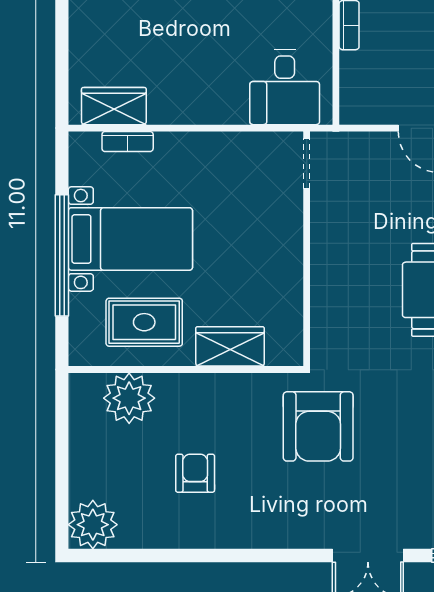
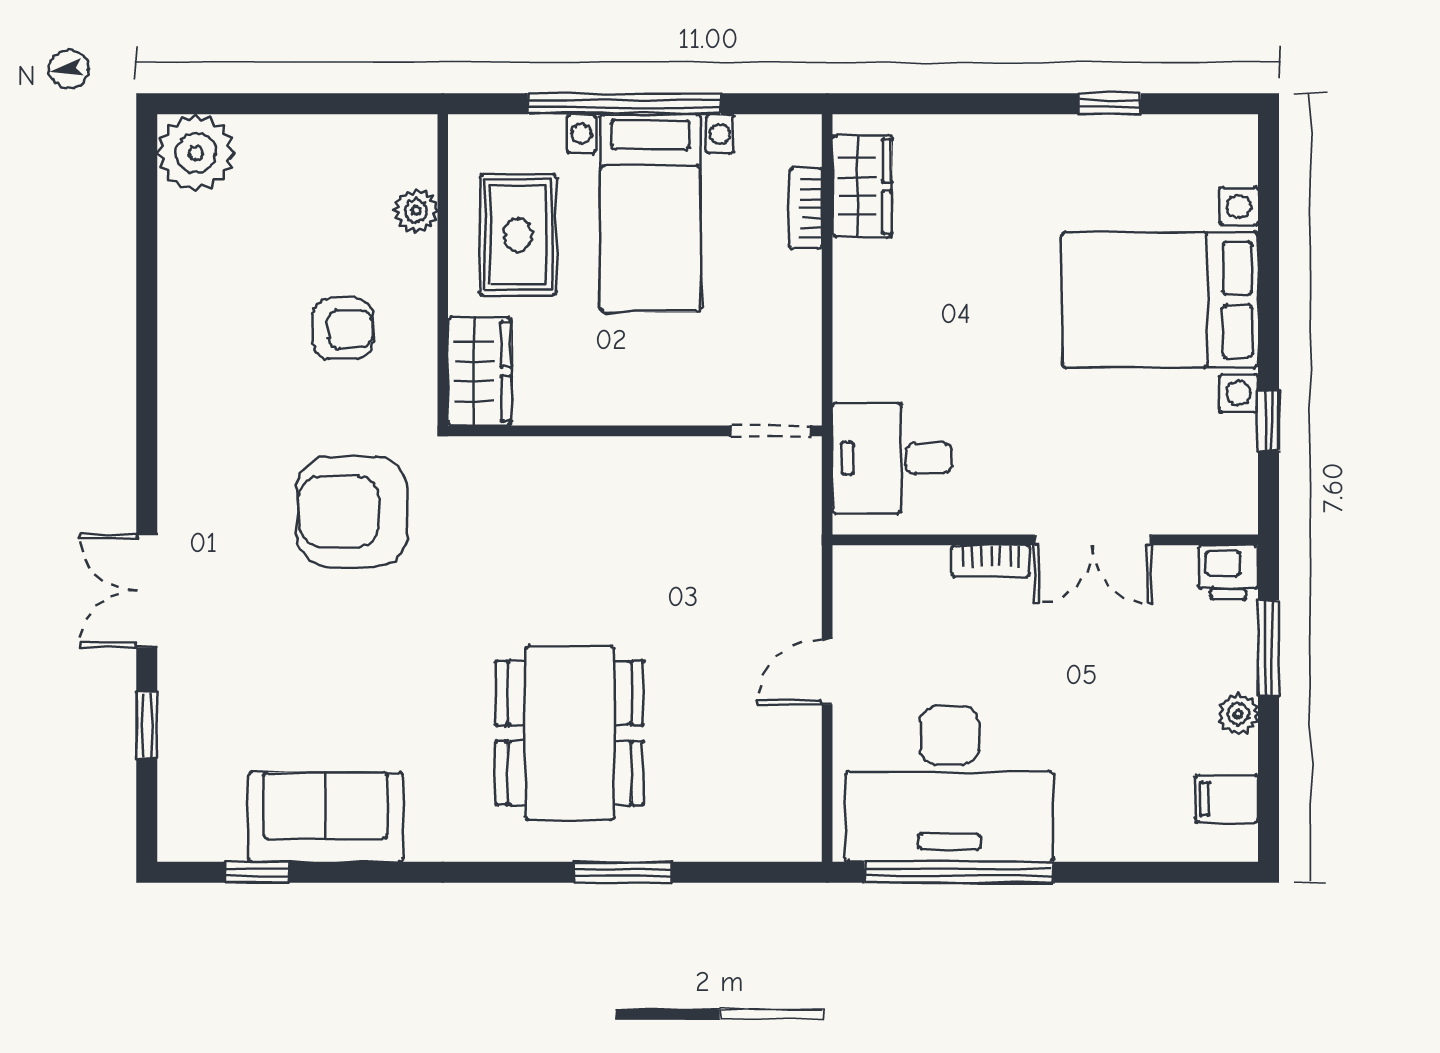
doorway: (307, 163) -> (771, 431), moved
wall: (307, 249) -> (635, 431), moved
plant: (129, 398) -> (416, 211), width x0.53, depth x0.53
armchair: (195, 473) -> (343, 329), moved

